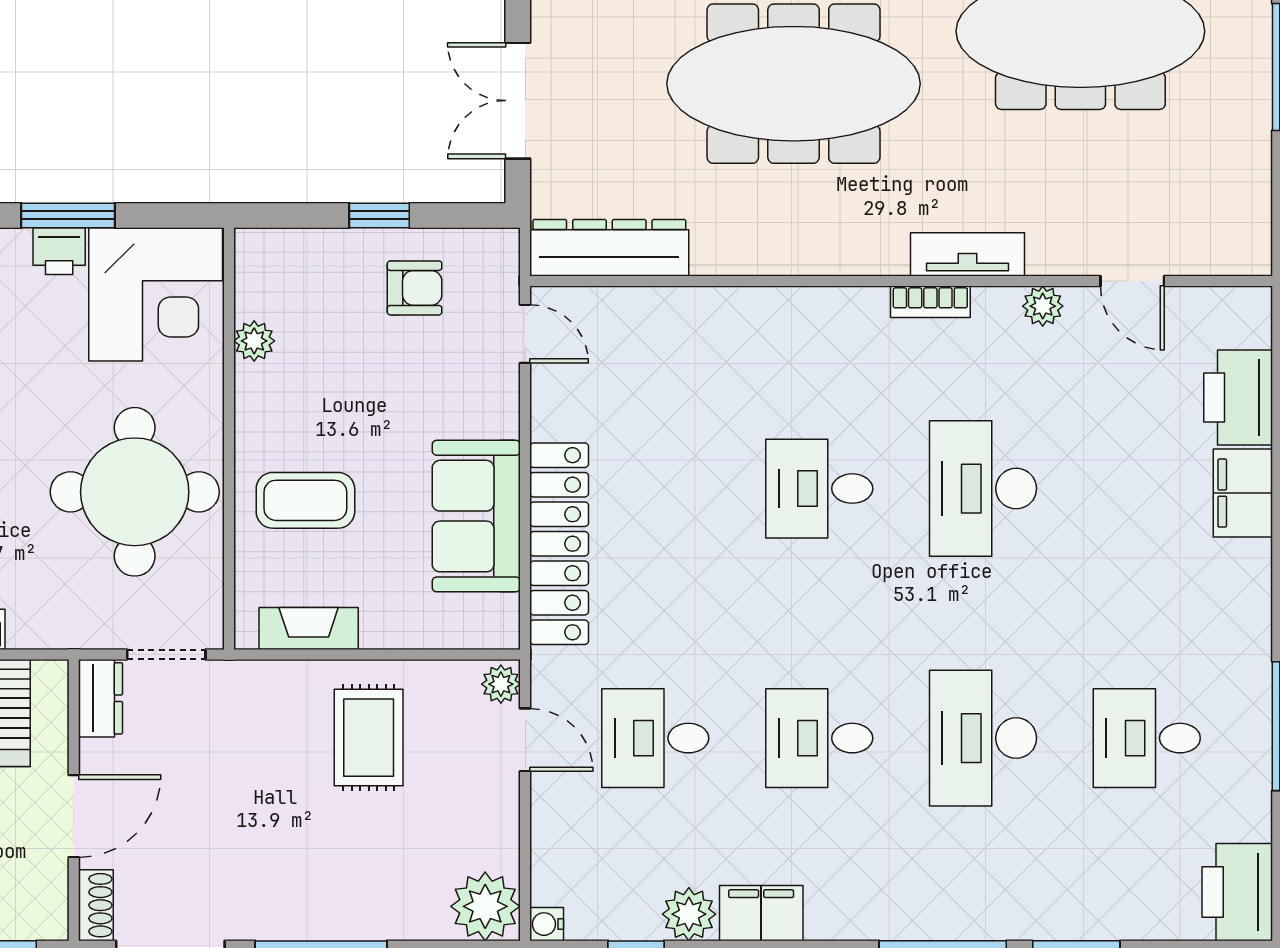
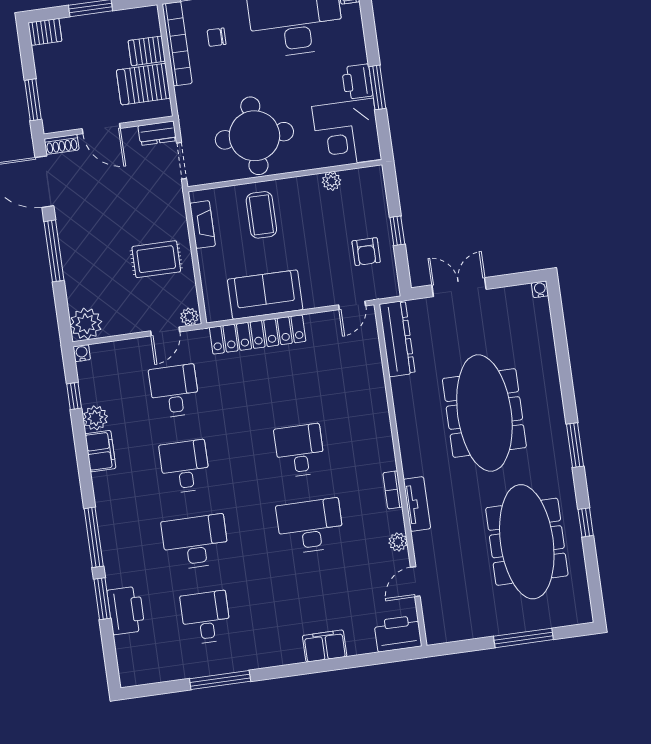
printer: (59, 251) -> (357, 82), width x1.36, depth x1.24
printer: (1238, 397) -> (398, 634), moved
printer: (1237, 892) -> (126, 610), moved, turned 90

